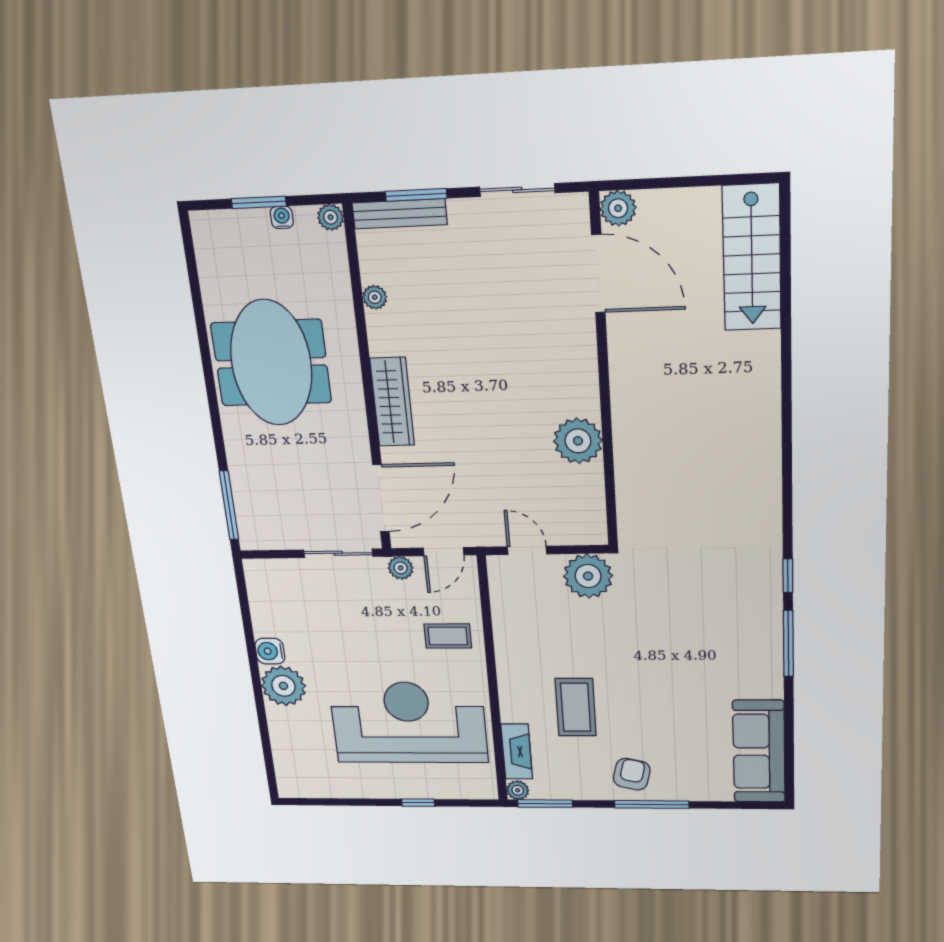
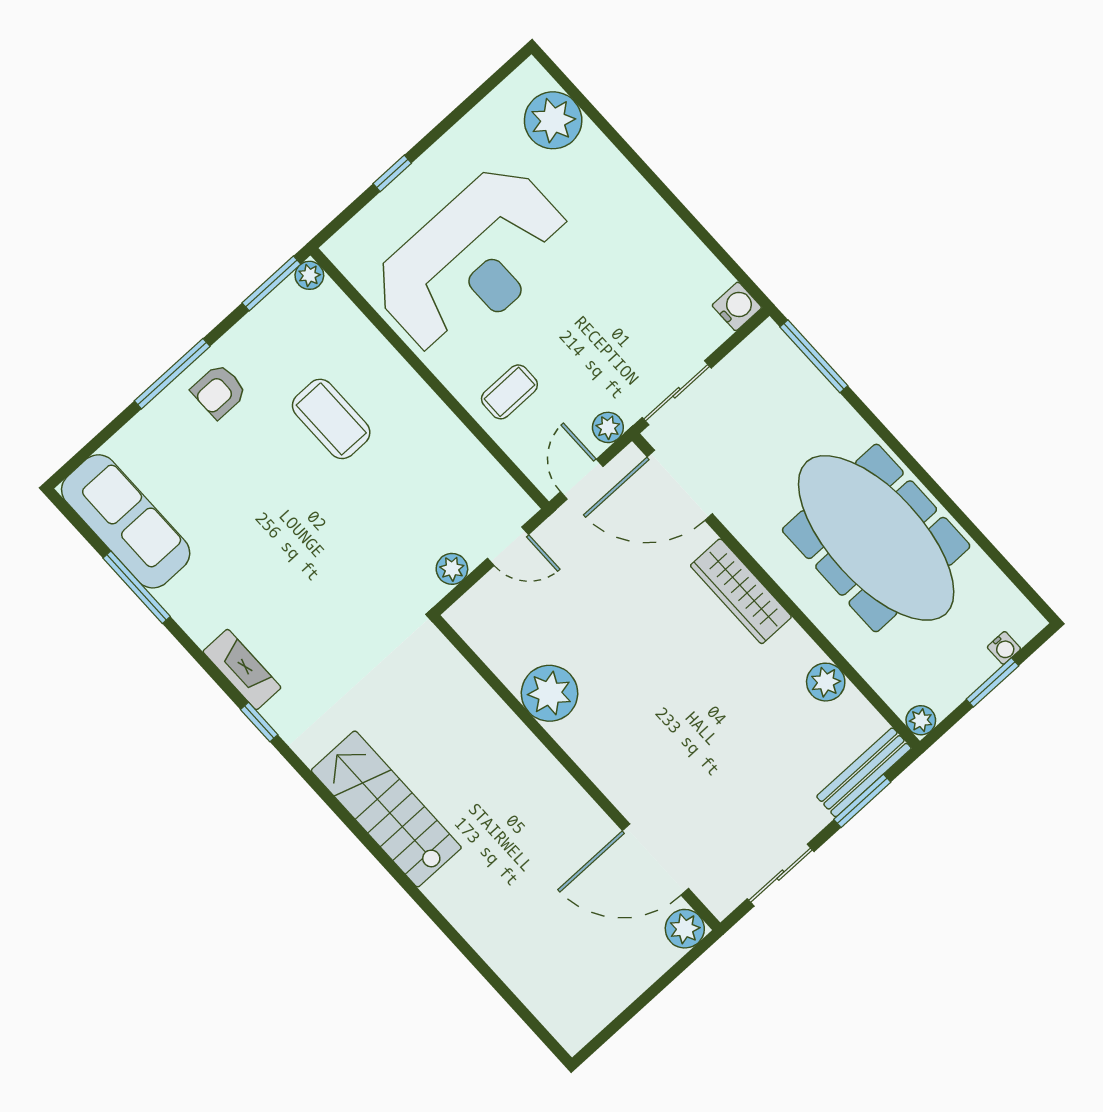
water cooler: (282, 217) -> (1004, 648), moved
stairs: (752, 258) -> (386, 809), moved
plant: (375, 297) -> (826, 682), width x1.38, depth x1.38
meeting table: (271, 363) -> (876, 538), width x1.36
door: (381, 498) -> (680, 485), hinge flipped
plant: (588, 576) -> (452, 569), width x0.53, depth x0.53
window: (788, 644) -> (137, 587), moved
water cooler: (270, 651) -> (737, 306), moved
plant: (283, 686) -> (553, 120), moved
fireplace: (517, 752) -> (242, 670), moved, turned 180
armchair: (632, 774) -> (219, 391), turned 77

